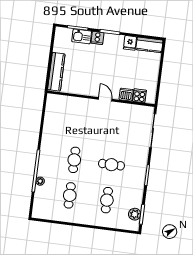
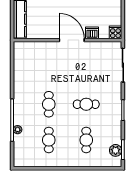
cooker: (139, 96) -> (115, 32), moved
door: (105, 99) -> (72, 40), width x1.88

